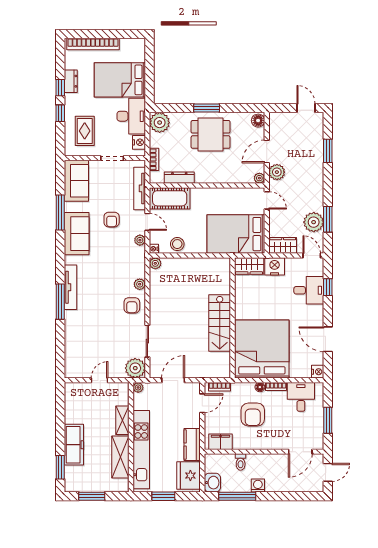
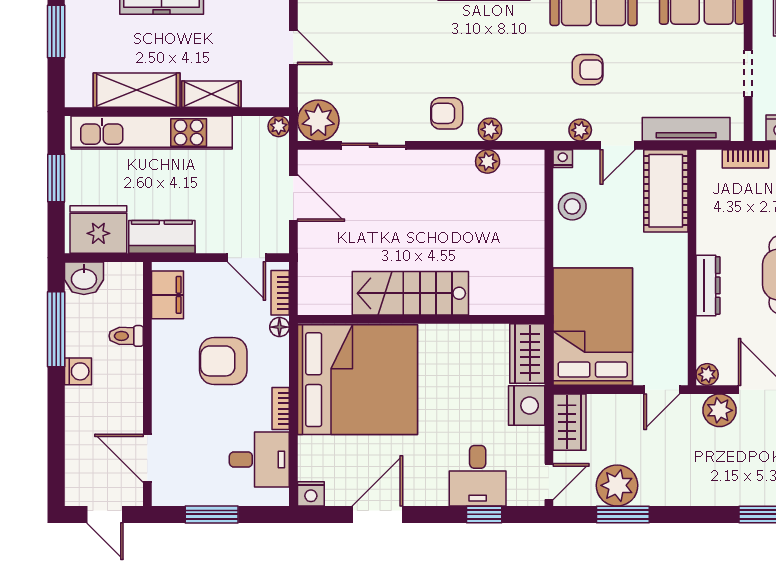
dresser: (179, 178) -> (708, 285), moved
armchair: (112, 220) -> (588, 70), moved, turned 180
plant: (155, 263) -> (488, 161), moved
floor lamp: (260, 387) -> (279, 327), moved

